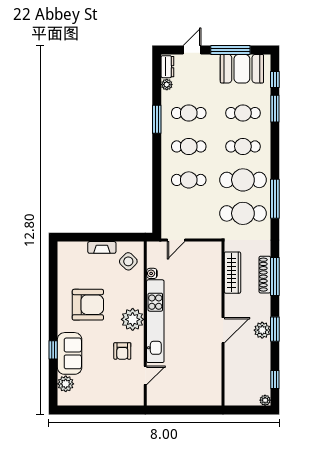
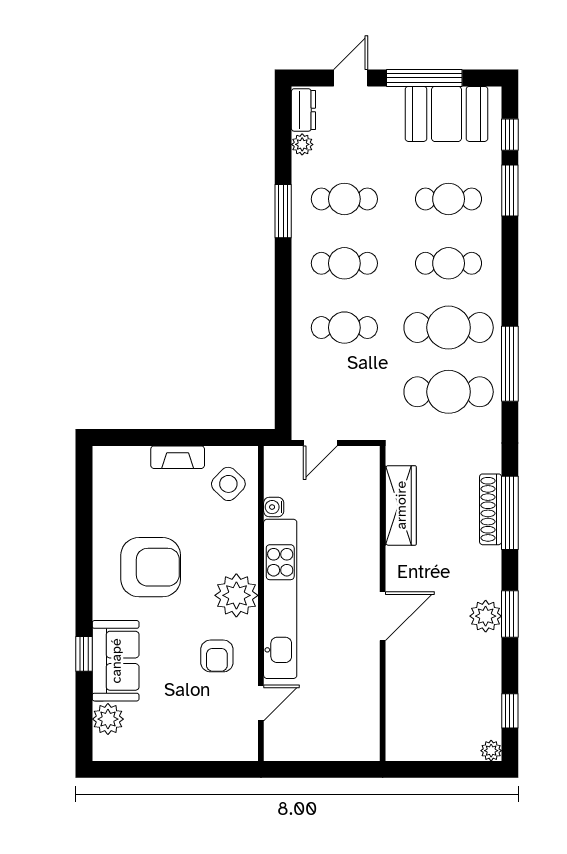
wardrobe: (233, 273) -> (401, 505), moved
wall: (223, 324) -> (383, 603), moved
door: (223, 330) -> (383, 616), moved

